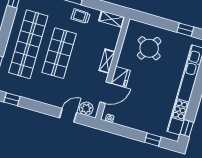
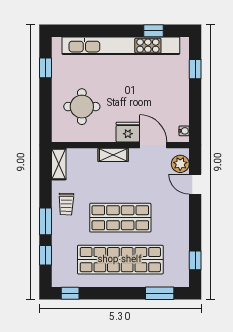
round table: (149, 48) -> (82, 107), turned -32
window: (187, 128) -> (154, 31), moved

